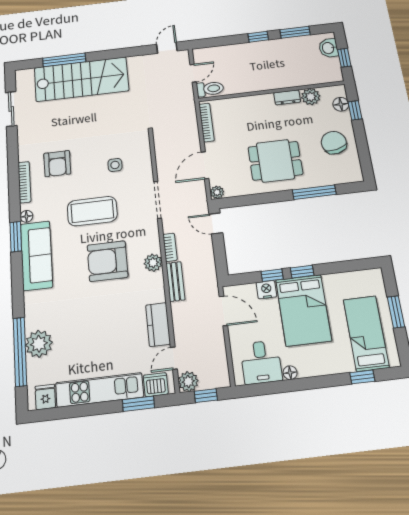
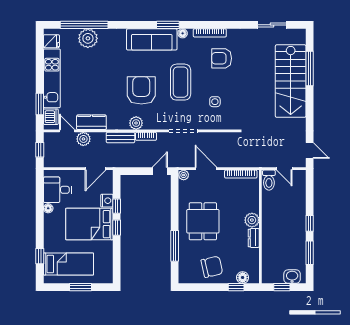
plant: (311, 97) -> (252, 220), moved
plant: (188, 382) -> (83, 139), moved

